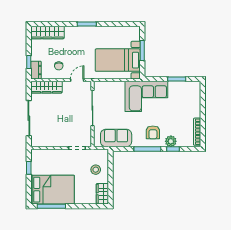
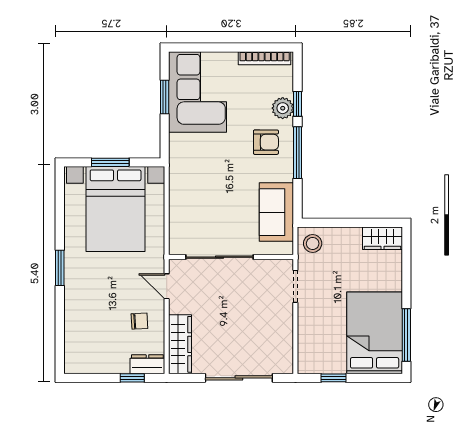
wardrobe: (48, 32) -> (76, 342), removed
bed with nightstands: (118, 60) -> (116, 209), width x1.36
corner sofa: (146, 96) -> (197, 92), moved
stool: (96, 170) -> (313, 244), moved

